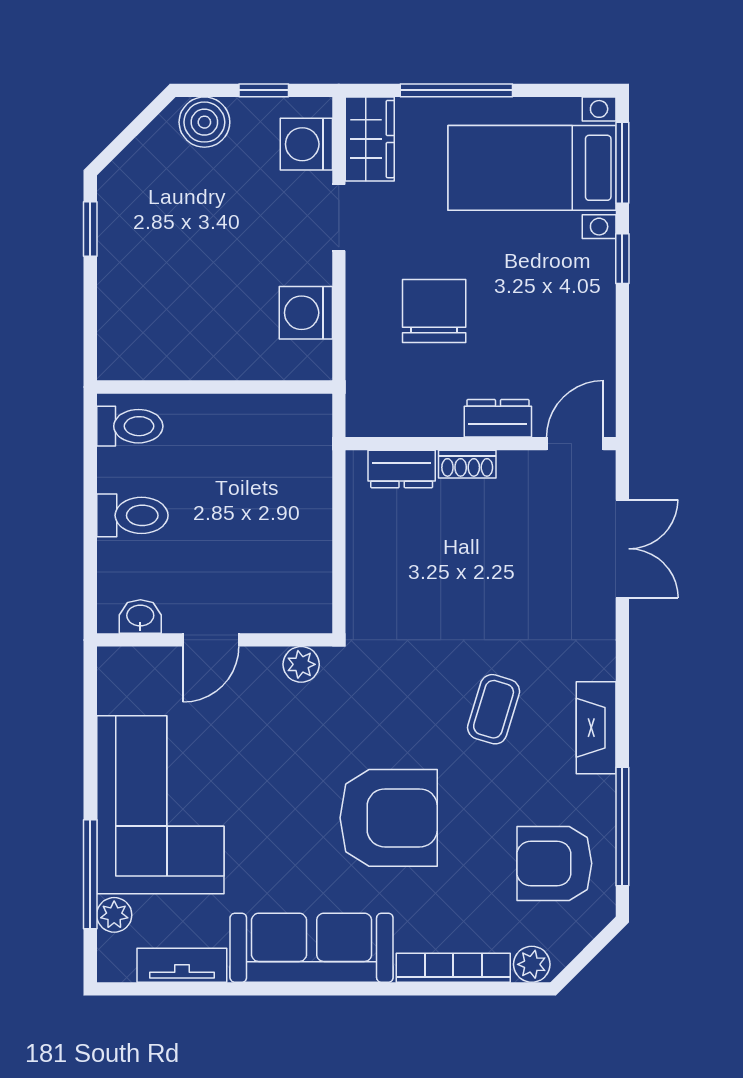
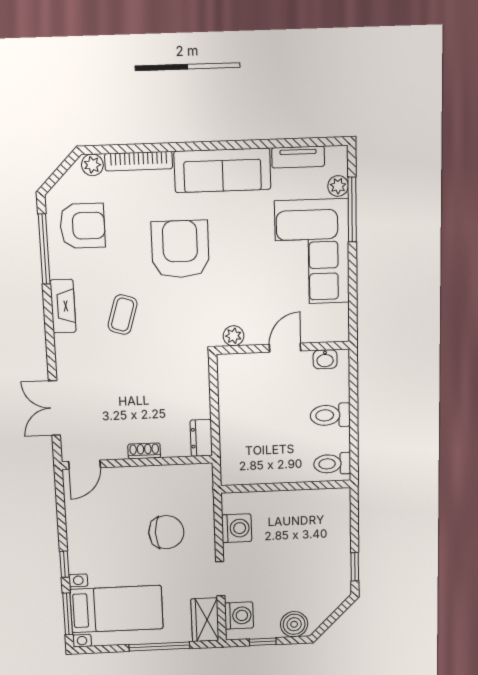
chair: (434, 311) -> (166, 532), turned -90
dresser: (498, 418) -> (128, 477), removed
dresser: (402, 469) -> (201, 438), moved, turned -90
armchair: (389, 818) -> (180, 249), turned 90

